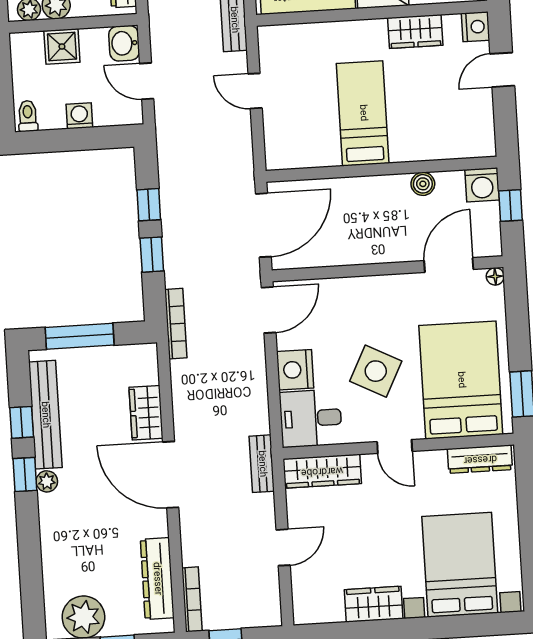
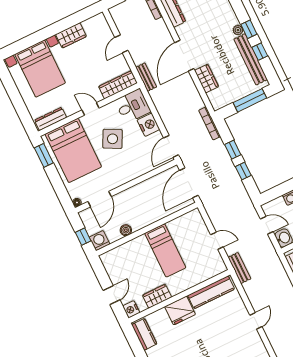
door: (171, 475) -> (184, 56), swing flipped

